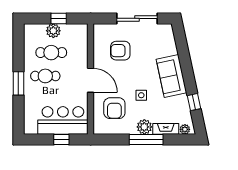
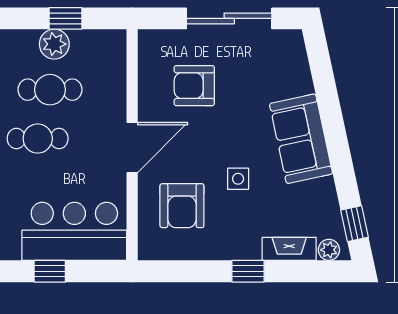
door: (91, 80) -> (132, 147), hinge flipped
window: (194, 102) -> (355, 224), moved
plant: (144, 127) -> (244, 245), removed
window: (61, 140) -> (50, 271), moved
window: (146, 140) -> (248, 271), width x0.46

